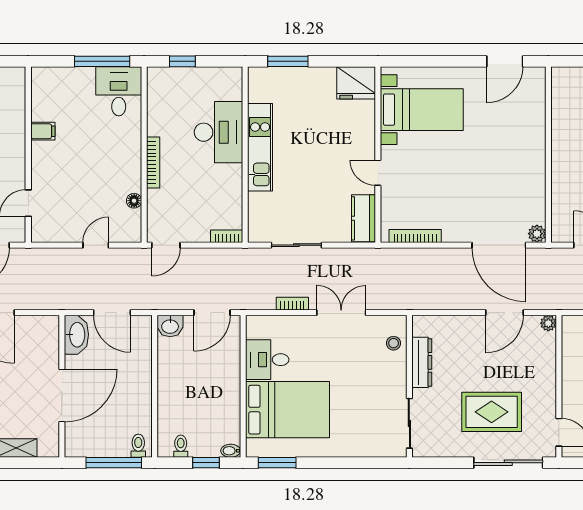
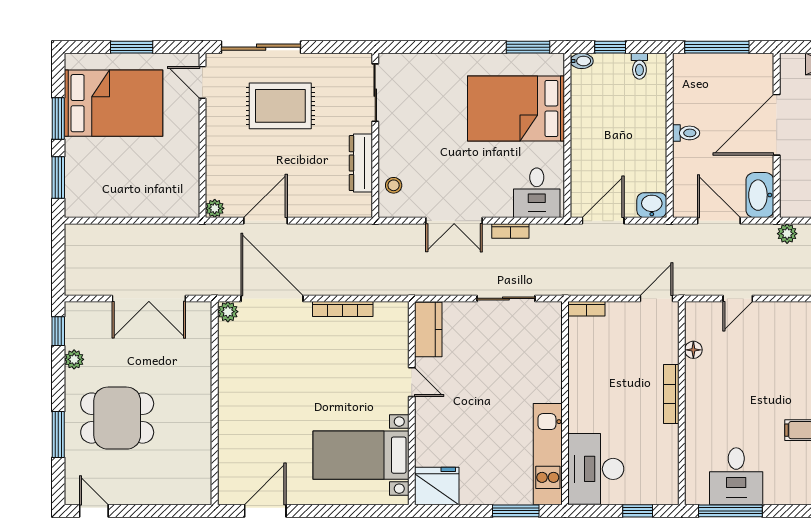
desk: (119, 91) -> (736, 476), moved
desk: (218, 132) -> (596, 469), moved
kitchen unit: (260, 147) -> (548, 454), moved
bookcase: (415, 236) -> (343, 309), moved
plant: (53, 301) -> (787, 234), added
desk: (267, 360) -> (537, 193), moved, turned 90
toilet: (138, 446) -> (686, 133), moved, turned -90

